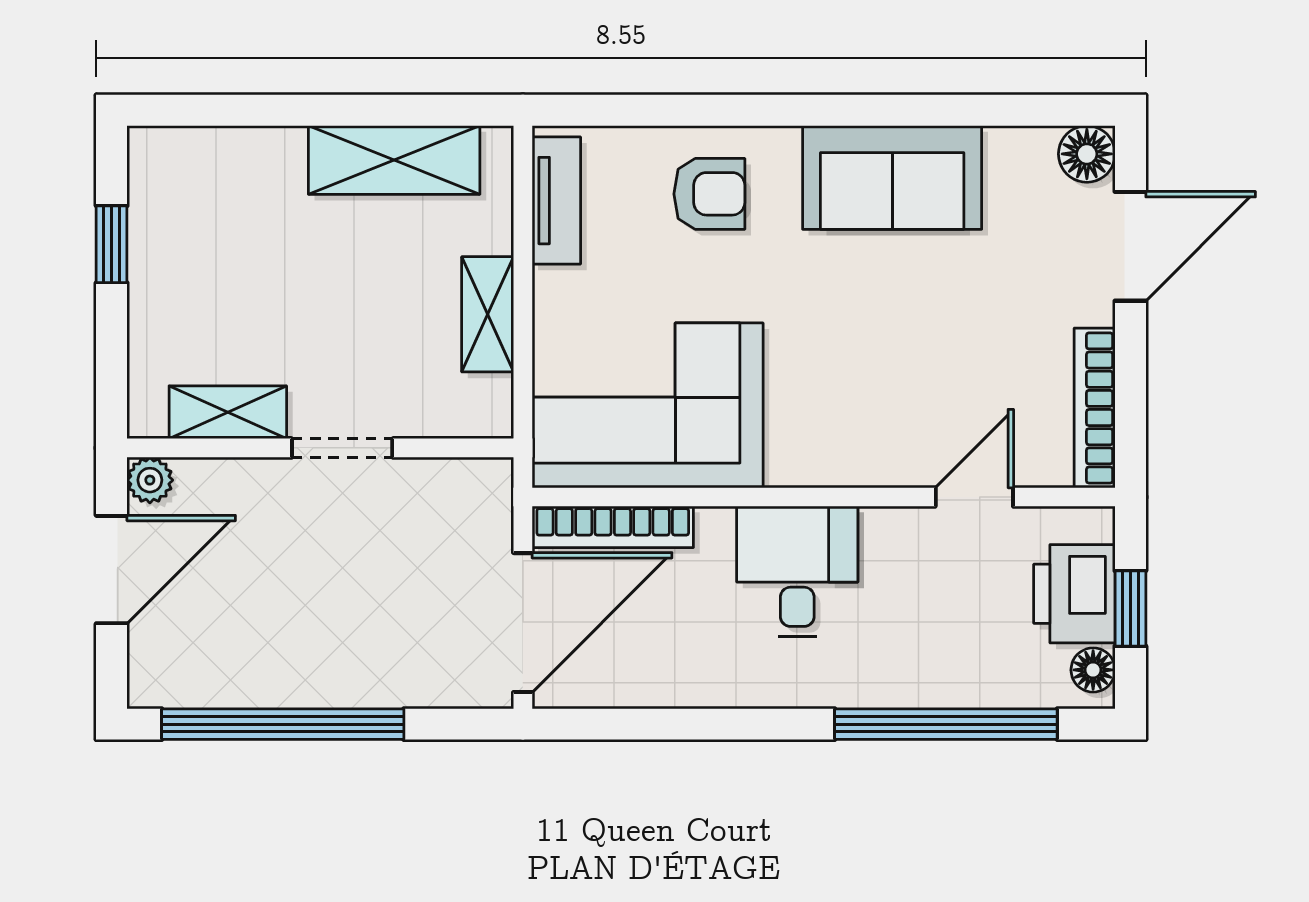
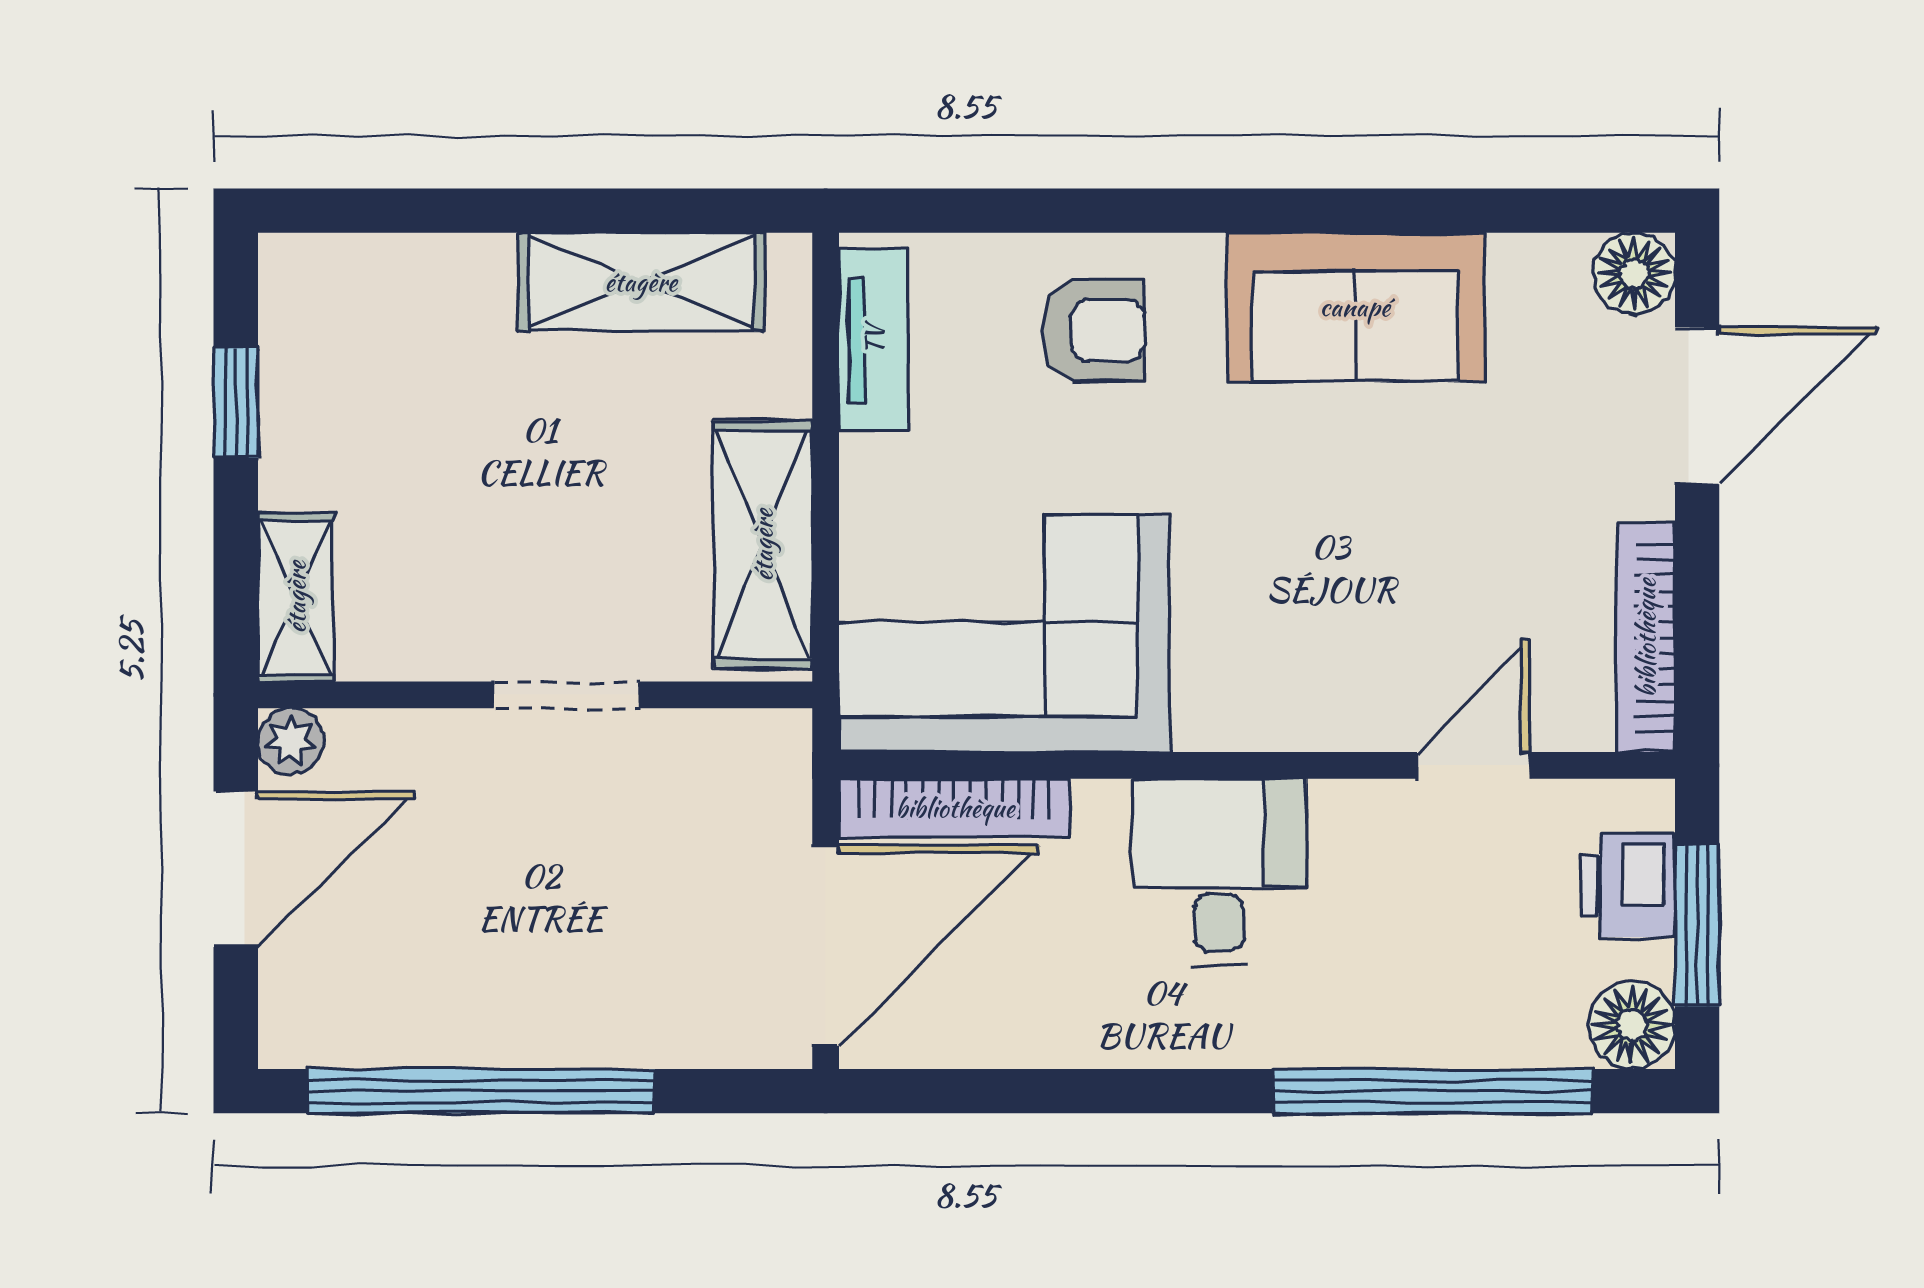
shelving: (488, 314) -> (763, 545), width x1.50, depth x1.33
shelving: (228, 412) -> (296, 597), moved, turned 90
printer: (1074, 594) -> (1628, 885), width x0.73, depth x0.81
window: (1130, 608) -> (1697, 925), width x1.50
floor lamp: (1093, 670) -> (1632, 1025), width x1.37, depth x1.37

